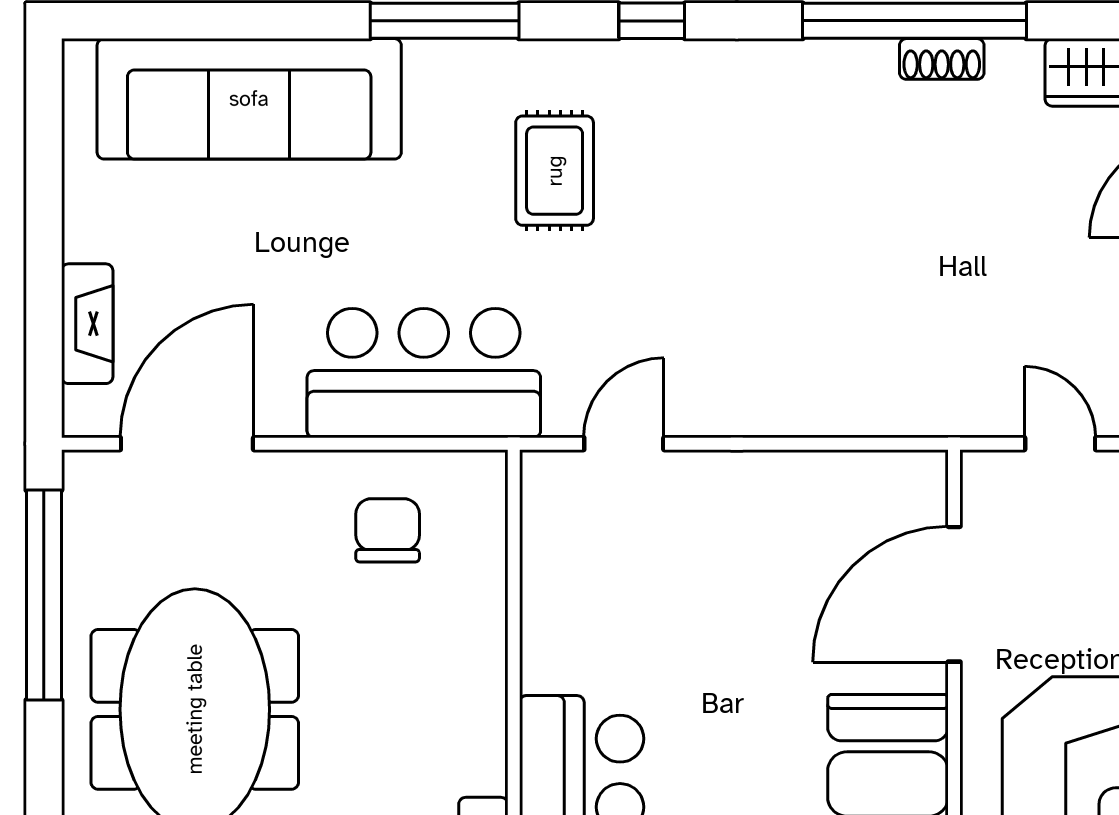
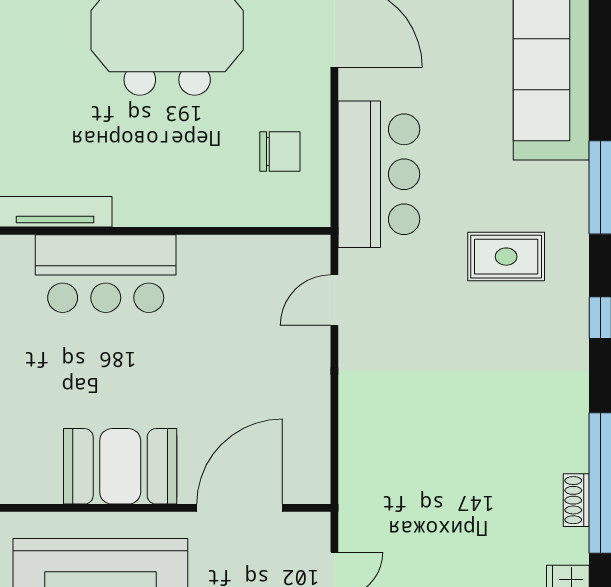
door: (624, 444) -> (334, 300), swing flipped
door: (954, 594) -> (240, 508), hinge flipped

